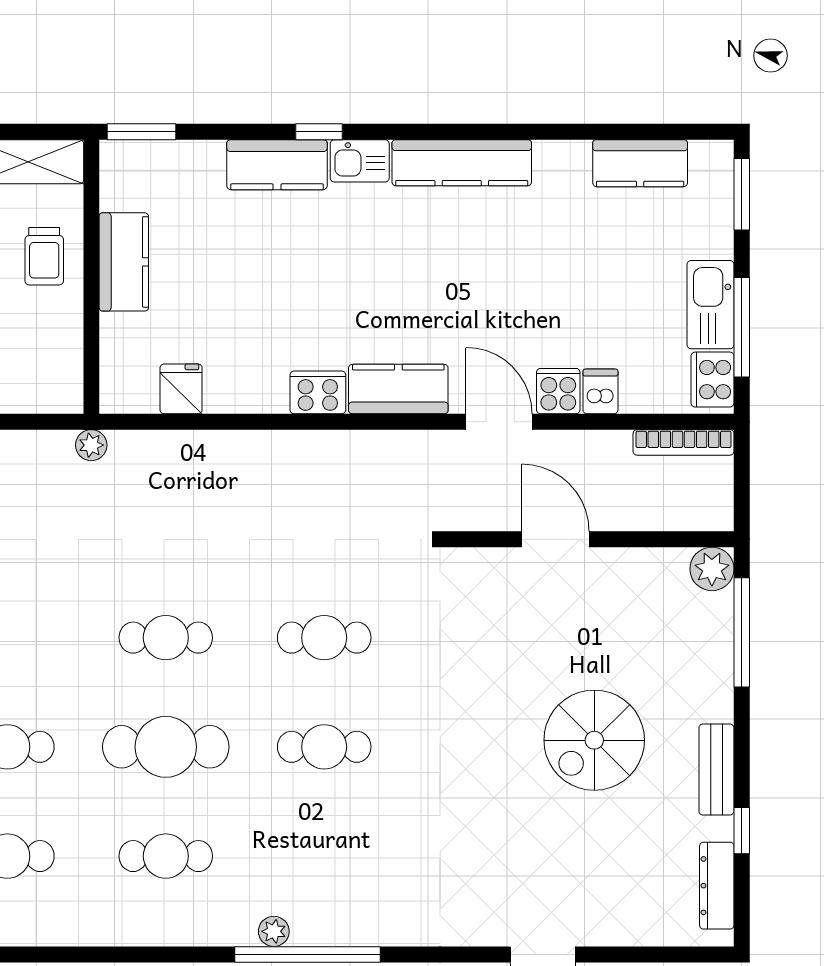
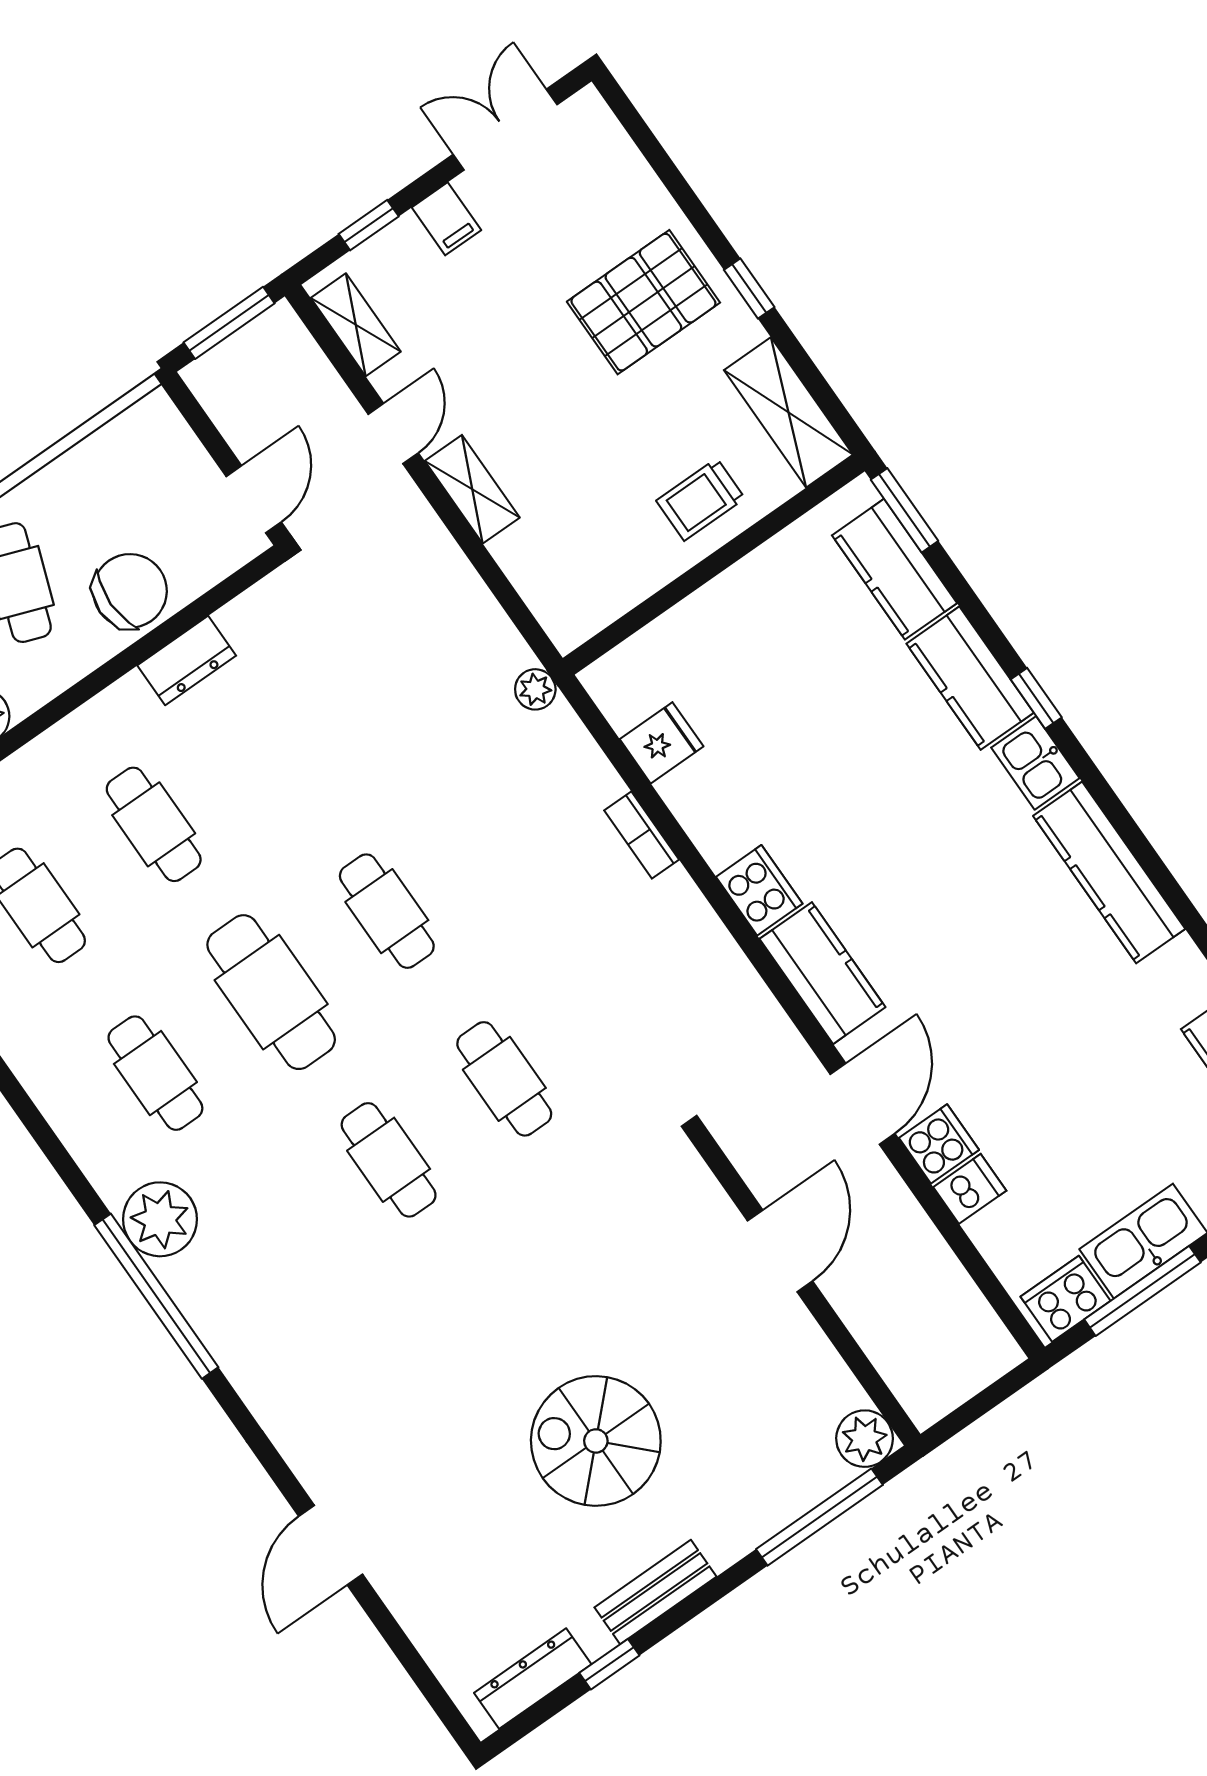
kitchen counter: (124, 262) -> (894, 569), moved, turned 90
bookcase: (684, 442) -> (642, 835), moved, width x0.64
plant: (274, 931) -> (160, 1219), width x1.88, depth x1.88

